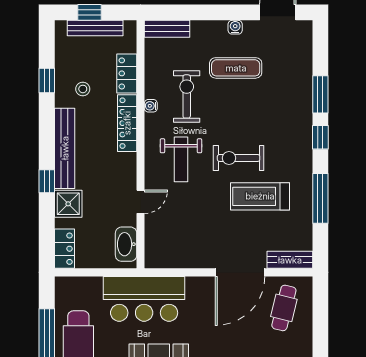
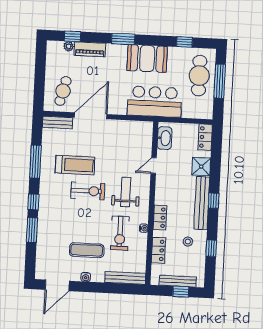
bench: (167, 29) -> (125, 278), width x1.36
locker: (127, 123) -> (160, 218), width x0.66
window: (47, 181) -> (214, 201), moved

